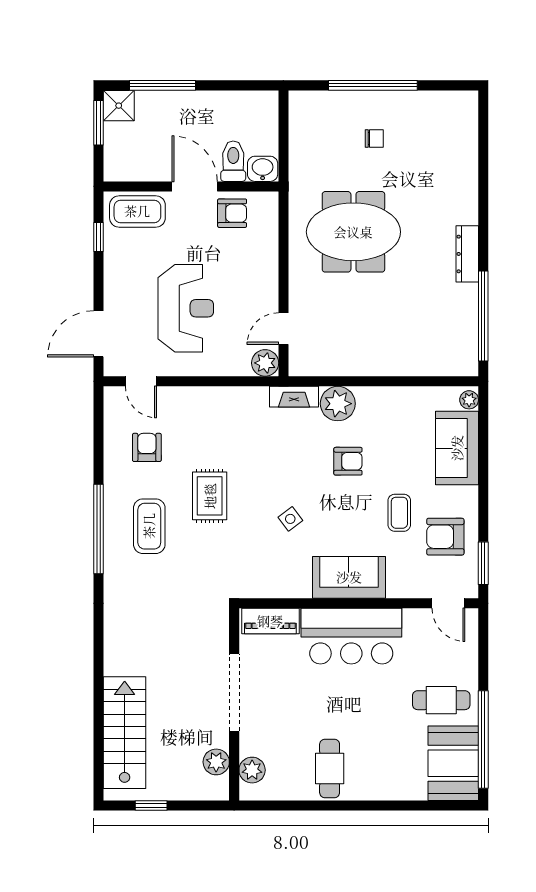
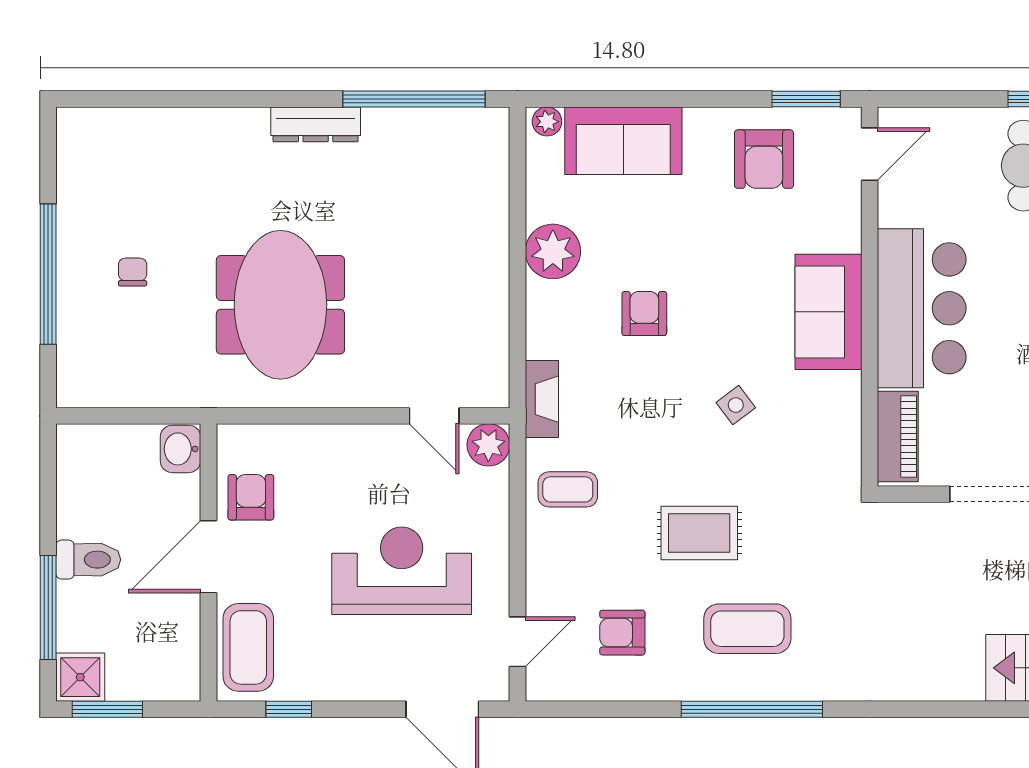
toilet: (233, 161) -> (88, 560), moved, turned 180
plant: (338, 404) -> (553, 251), moved
coffee table: (399, 513) -> (568, 489), moved

